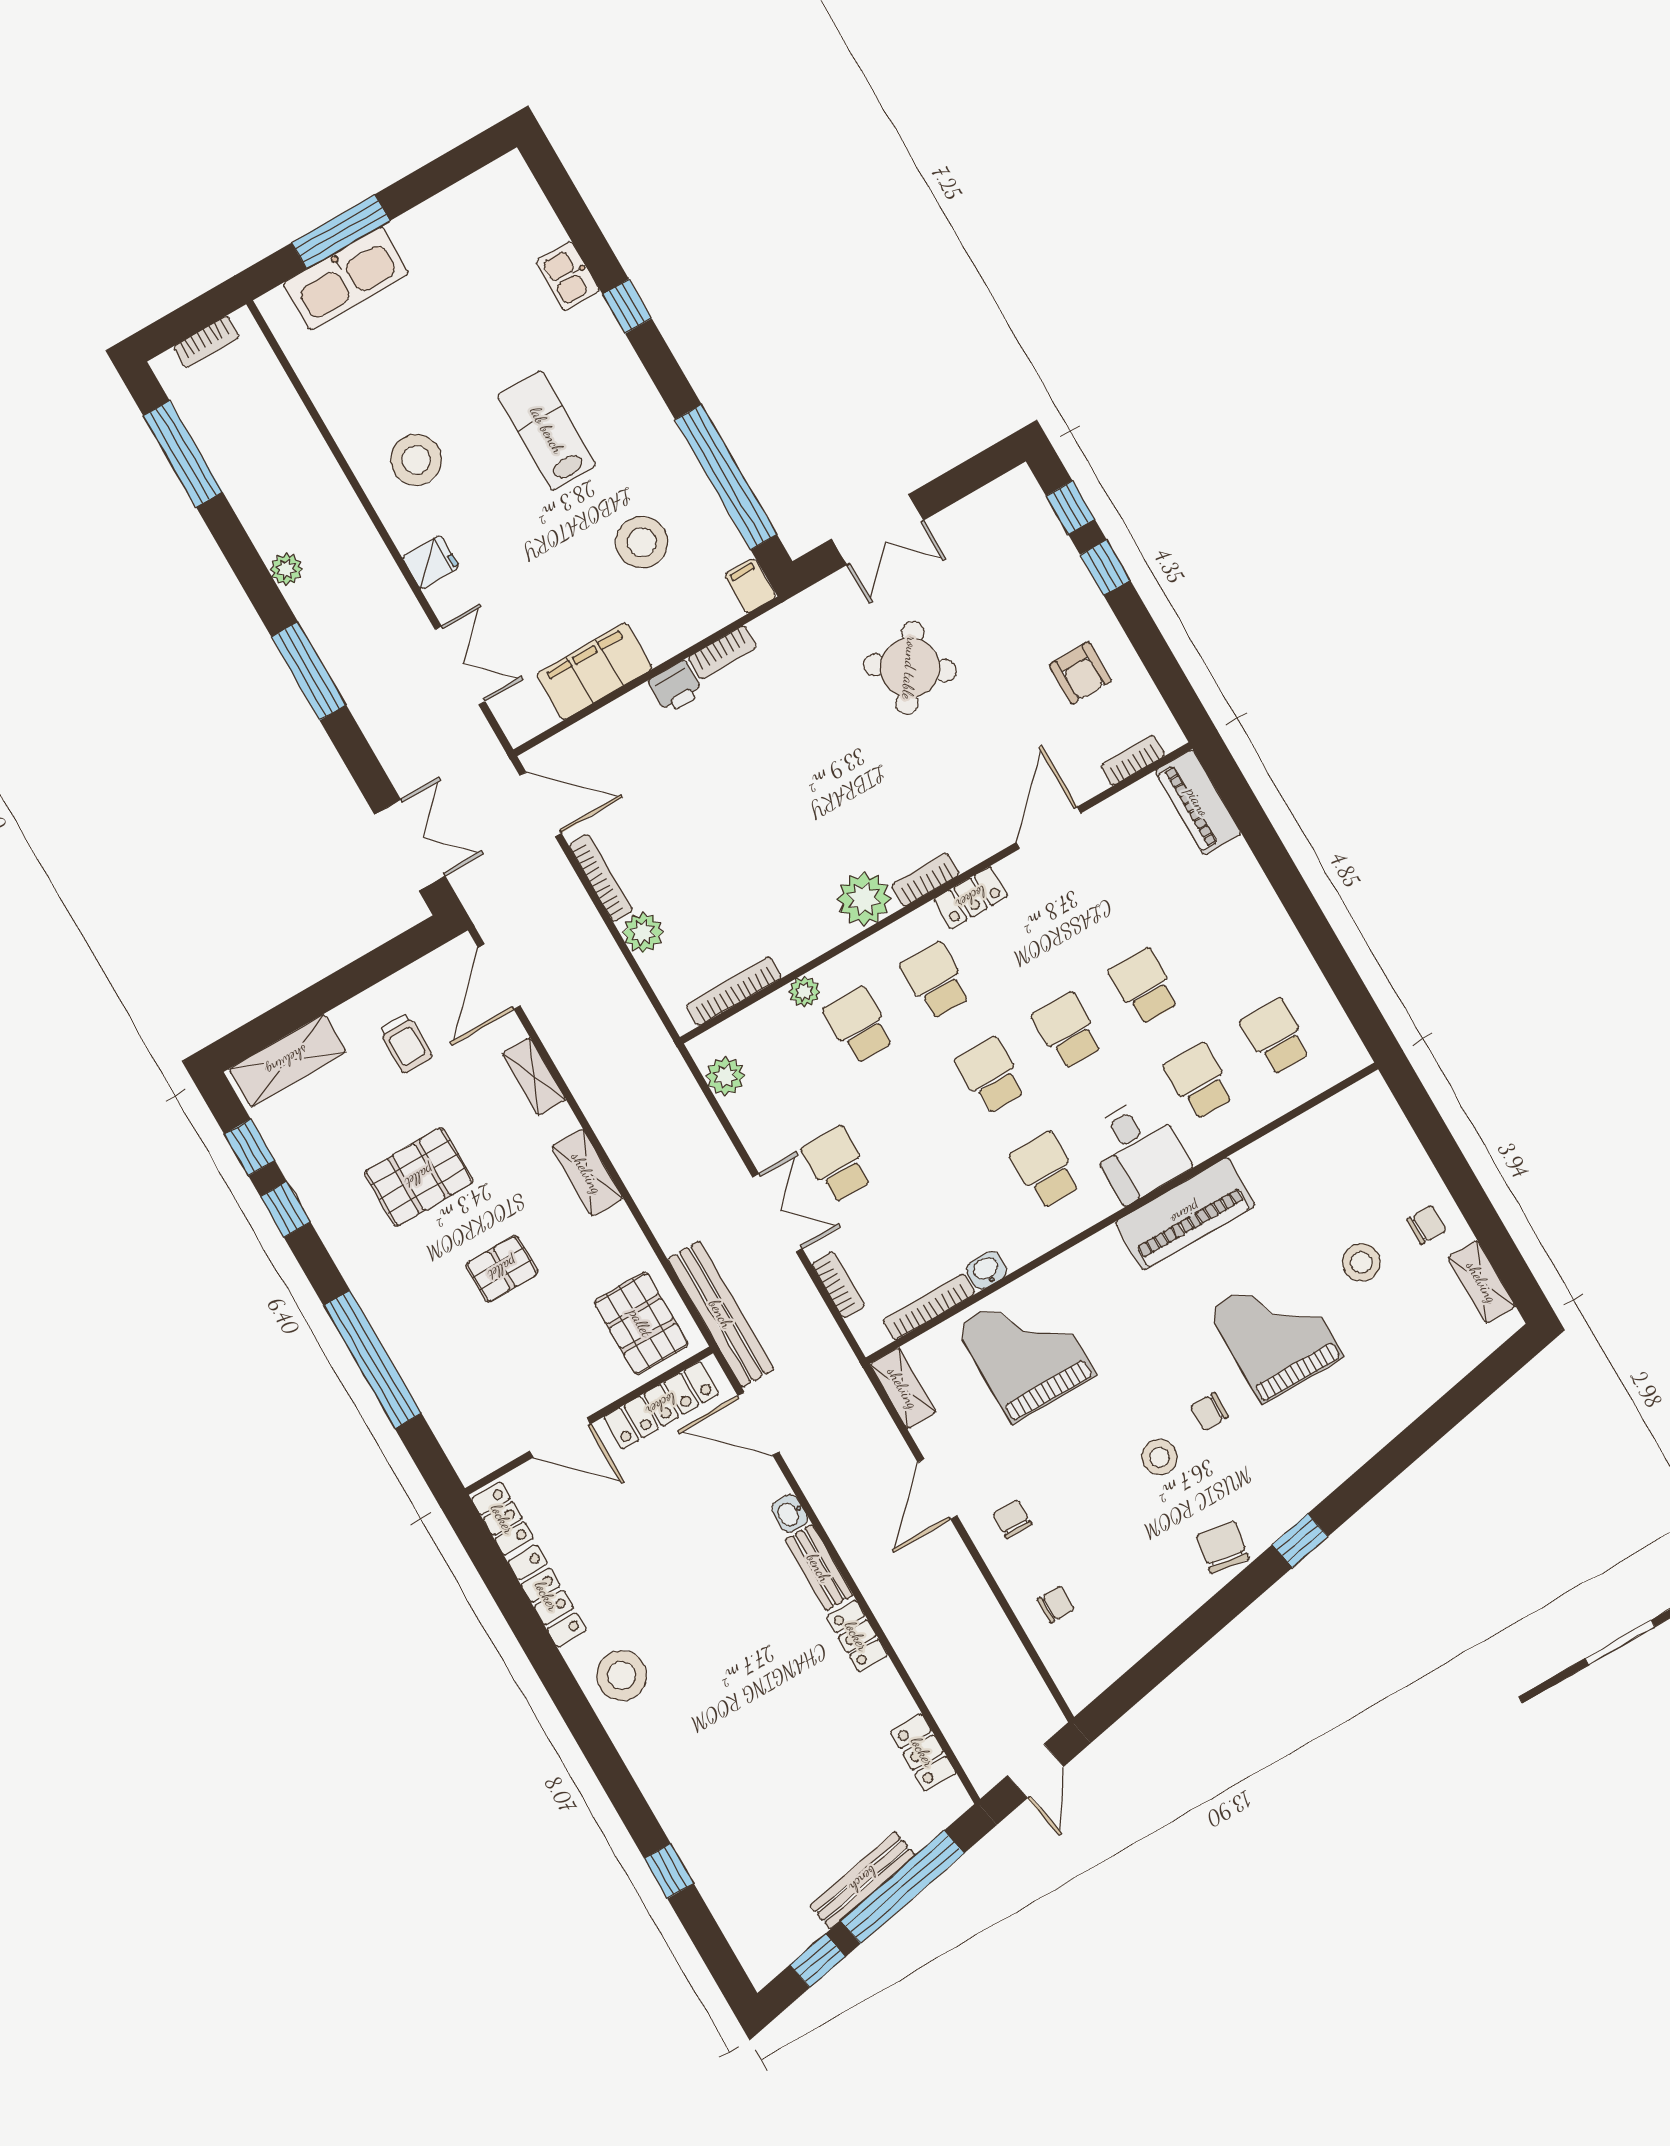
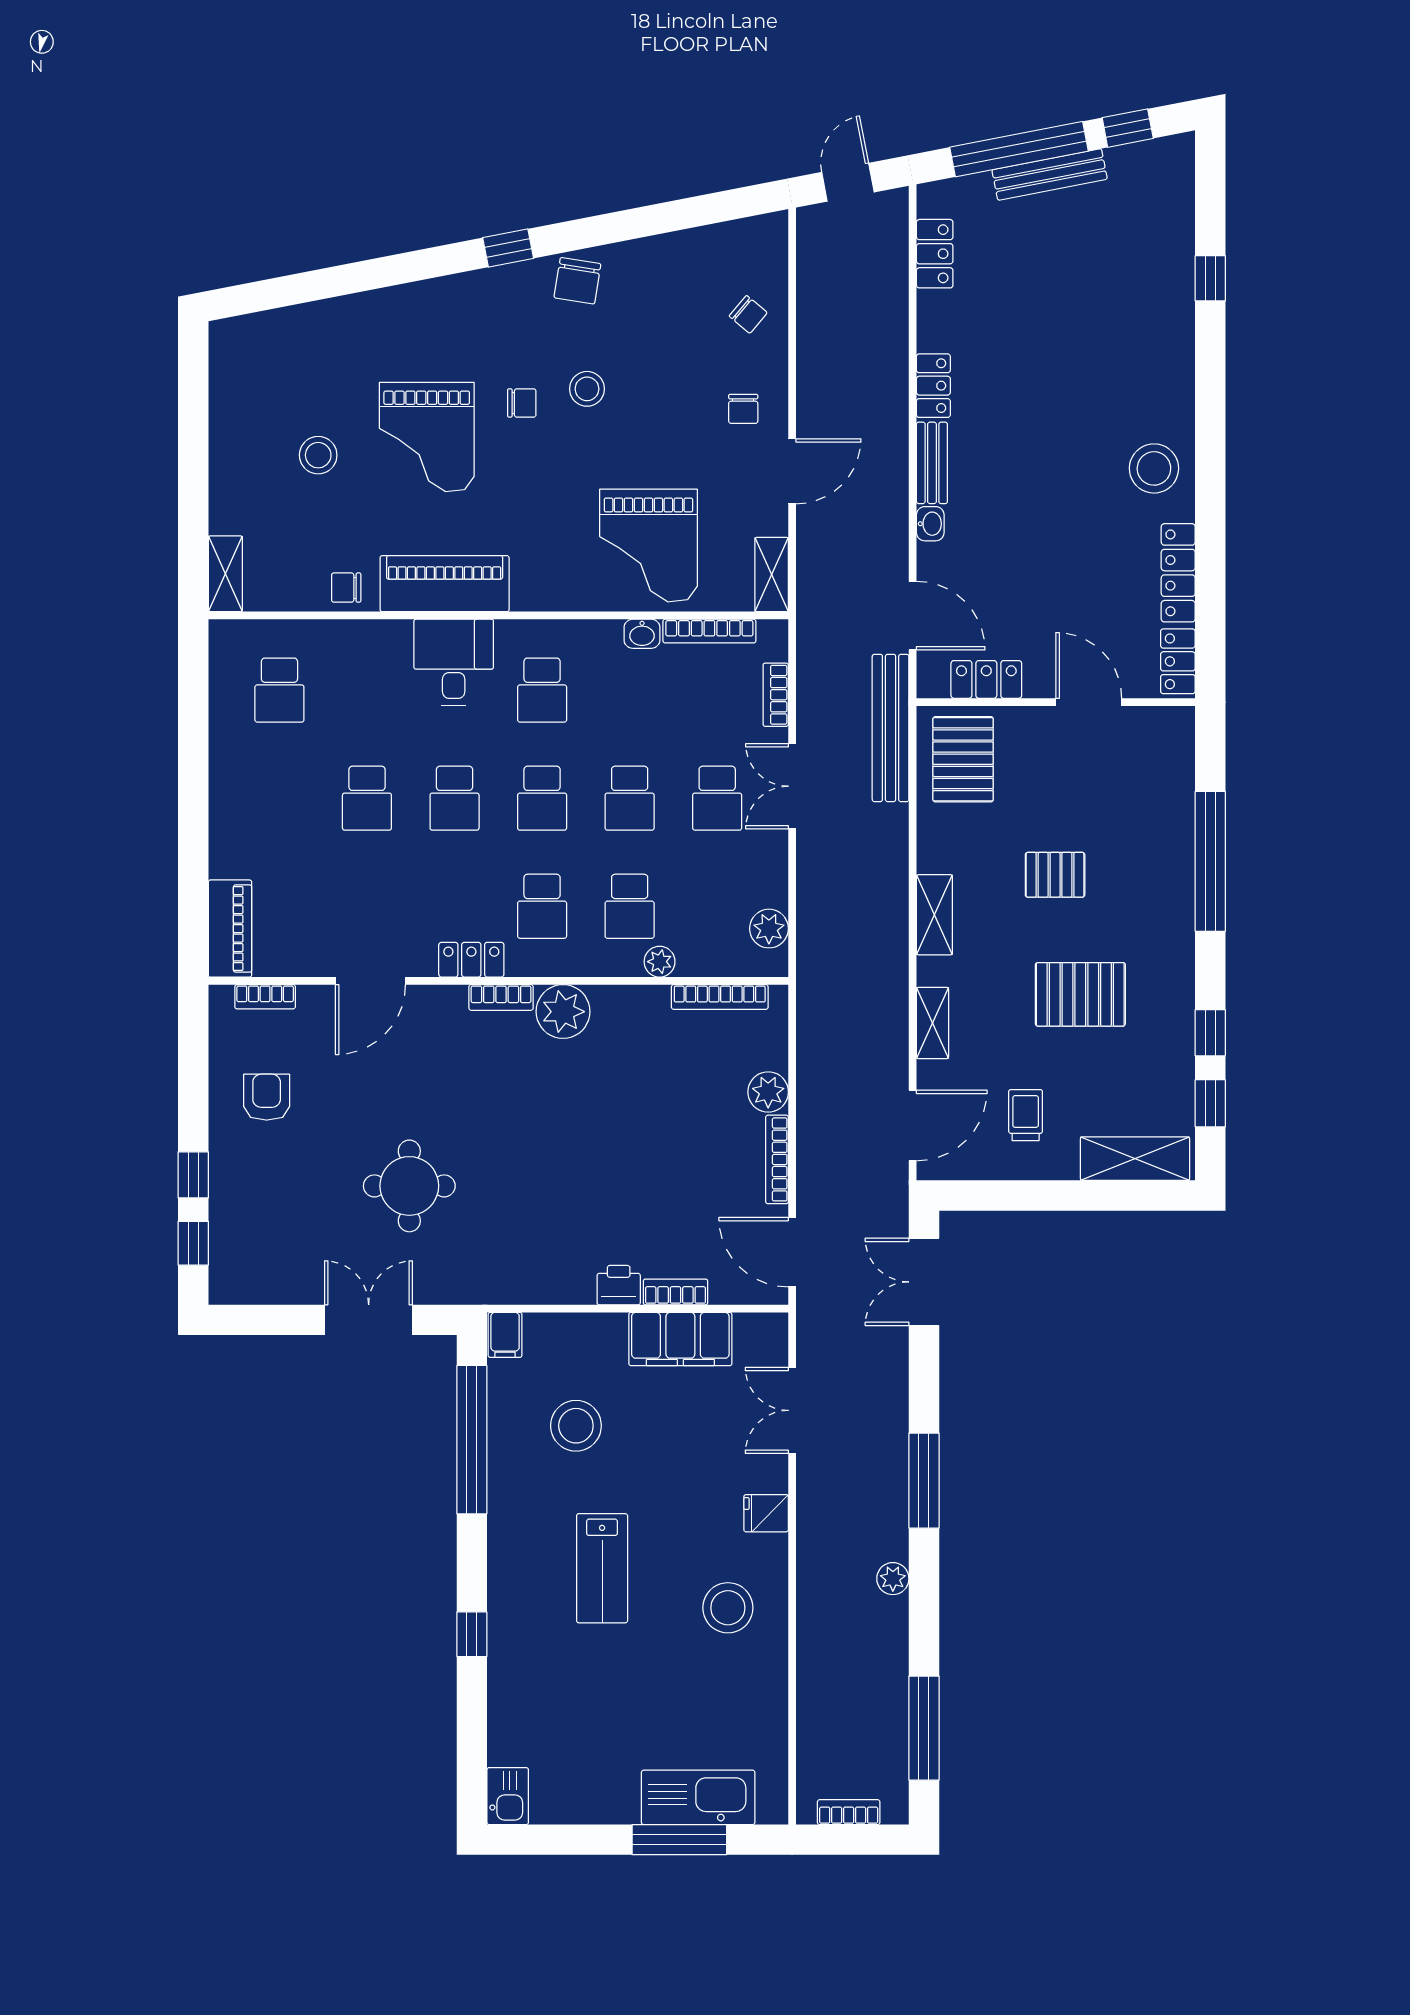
kitchen sink: (568, 276) -> (508, 1796), moved
bookcase: (722, 652) -> (675, 1292), moved
round table: (910, 668) -> (409, 1186), turned -35
school desk: (1199, 1081) -> (630, 798), moved
chair: (1427, 1225) -> (346, 588), moved
shelving: (1482, 1282) -> (225, 574), moved
locker: (661, 1405) -> (986, 679), width x0.66
chair: (1056, 1604) -> (748, 314), turned -140

